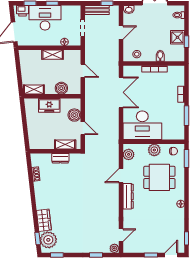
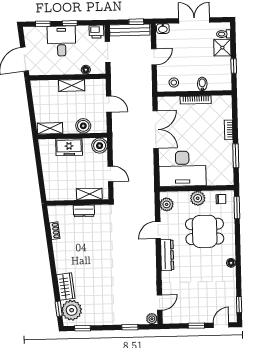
bench: (97, 10) -> (130, 30), width x1.36
printer: (22, 11) -> (96, 32), moved
desk: (45, 18) -> (61, 41), width x0.73
shower: (177, 37) -> (222, 48), moved
boiler: (74, 115) -> (100, 146), moved

